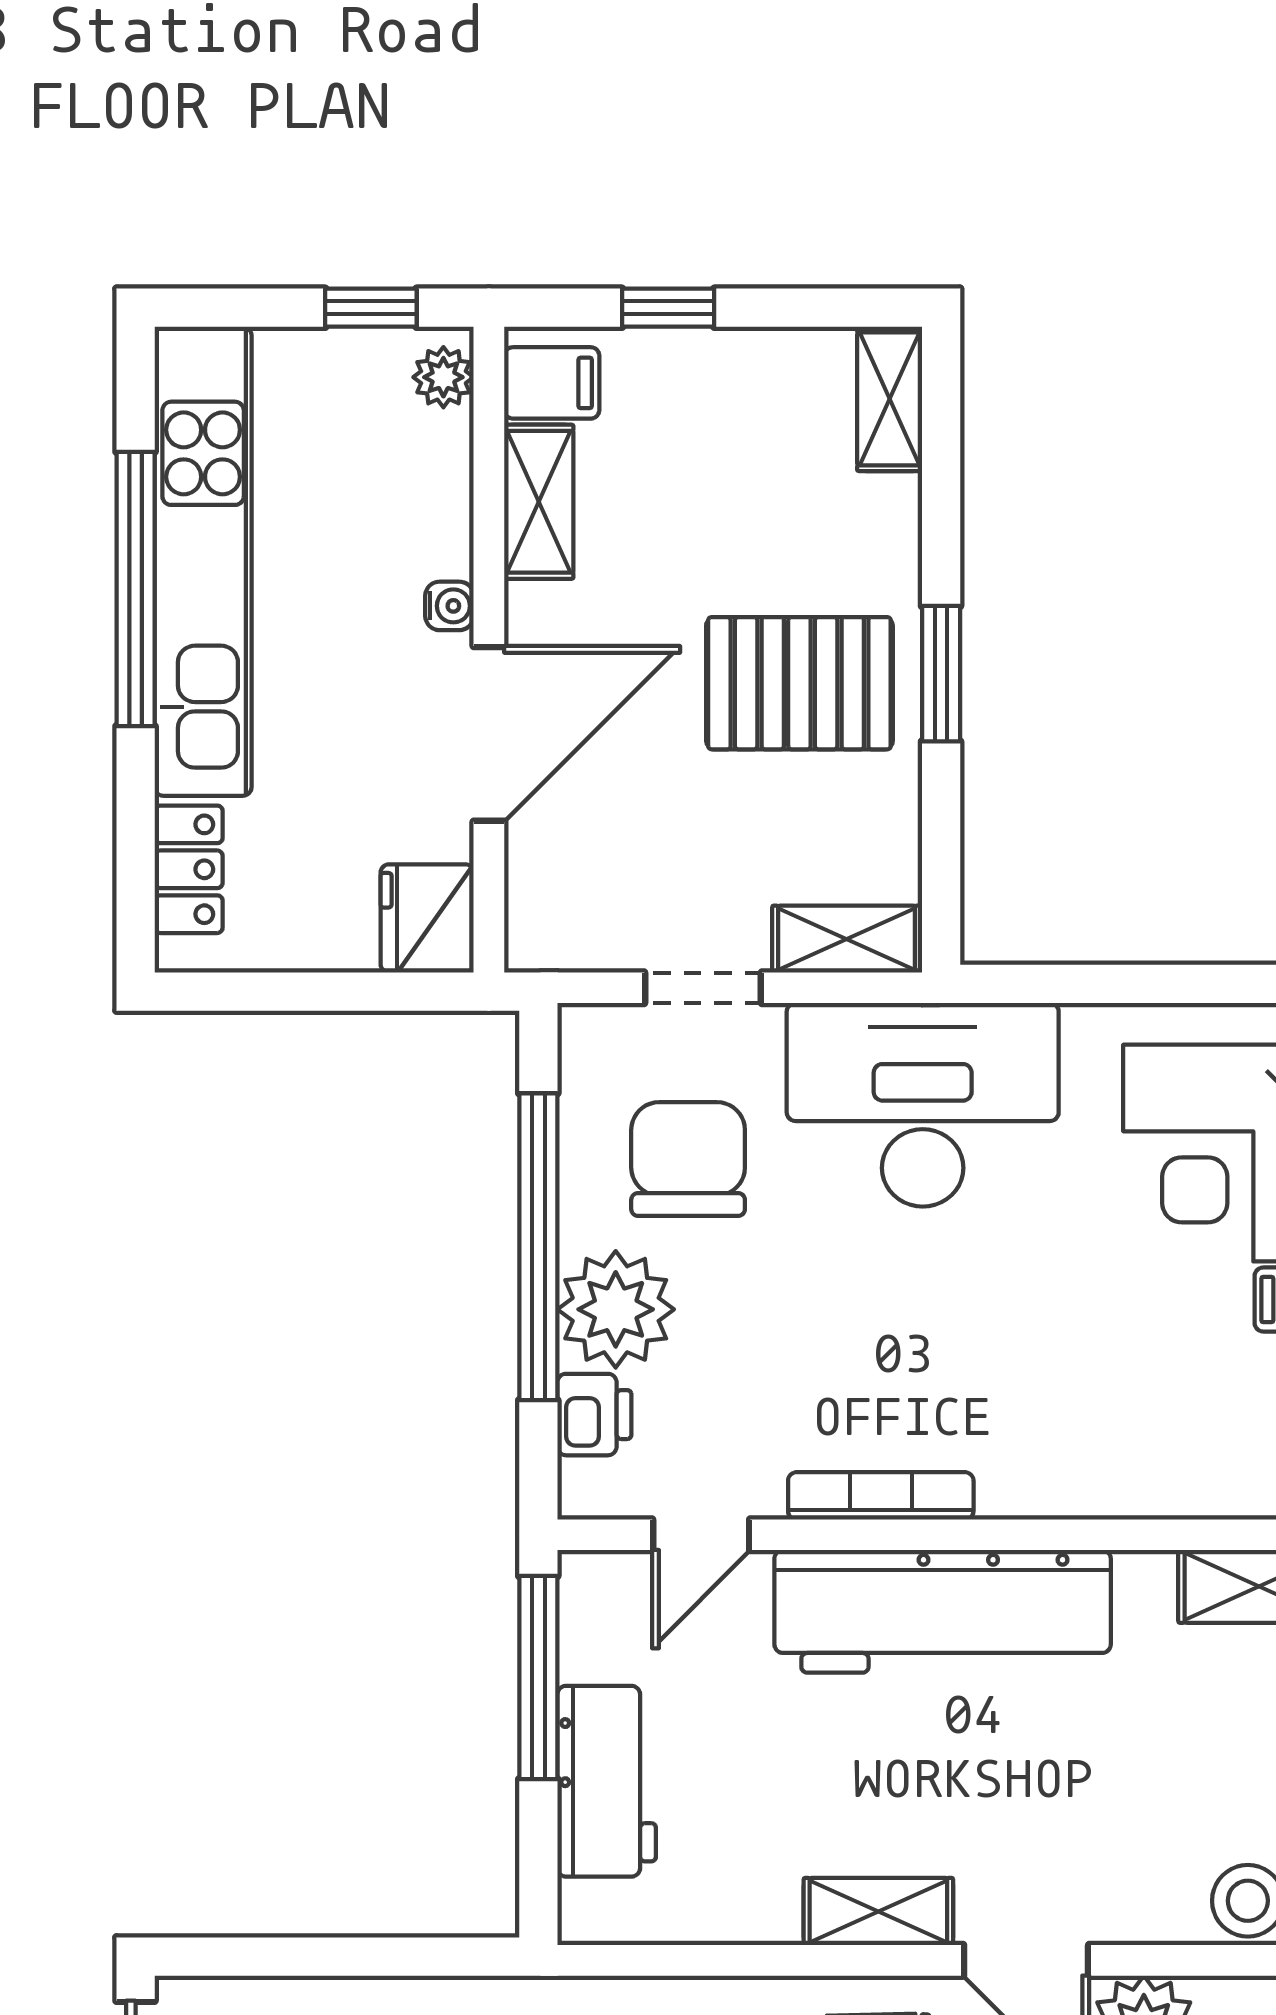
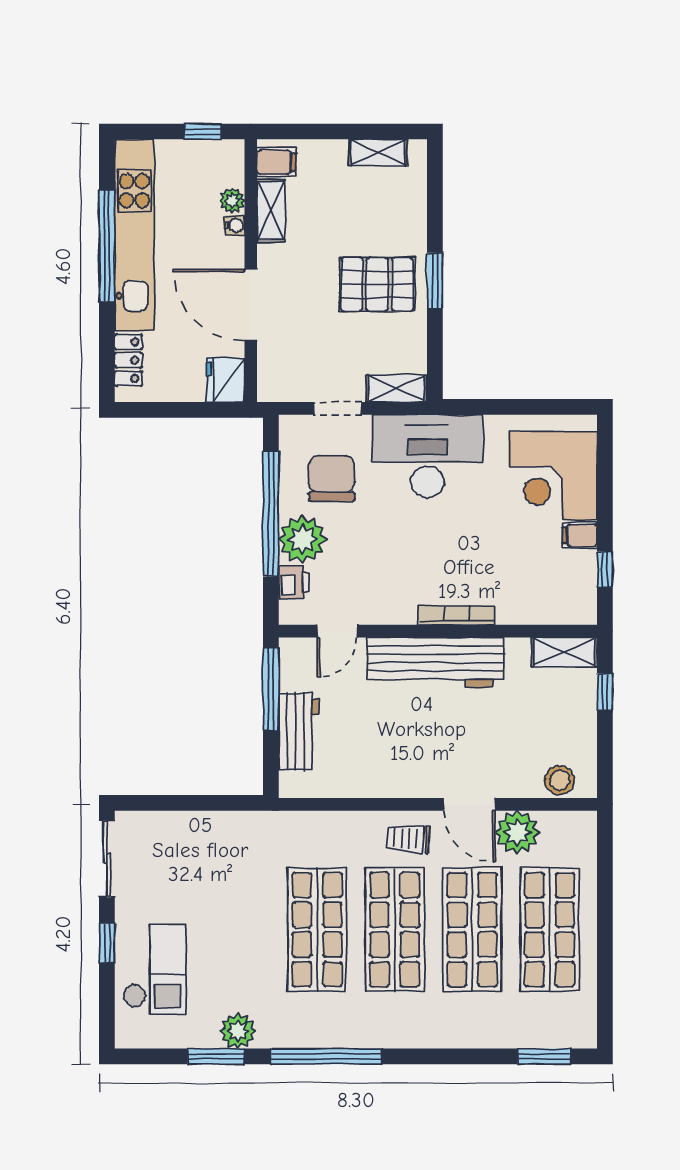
window: (668, 308) -> (324, 131), removed
plant: (443, 377) -> (232, 201), moved
shelving: (890, 399) -> (378, 152), moved, turned 90
water cooler: (449, 606) -> (235, 225), moved
door: (489, 734) -> (251, 305), swing flipped
bookcase: (881, 1496) -> (457, 615), moved
shelving: (878, 1911) -> (409, 784), removed

